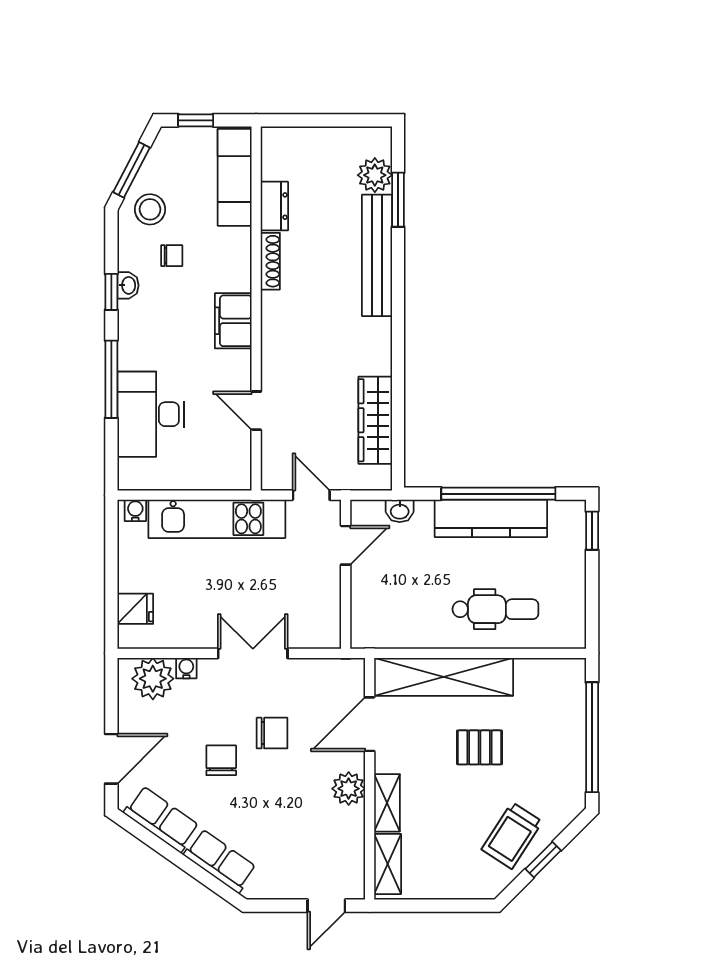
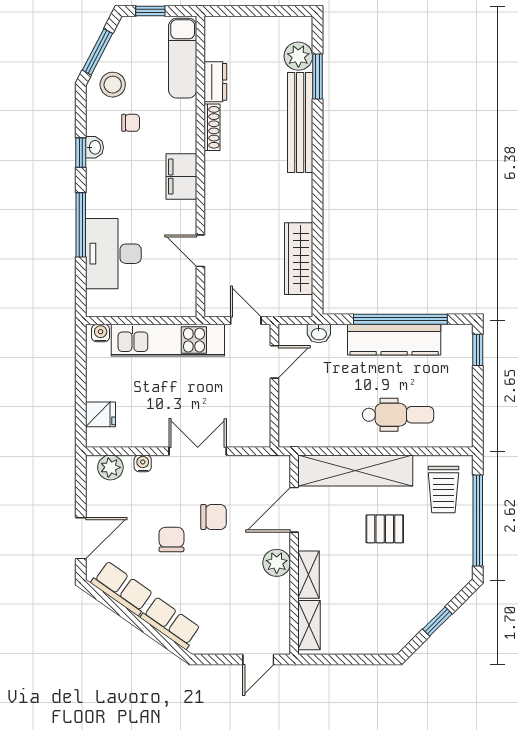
plant: (153, 679) -> (110, 467), width x0.73, depth x0.73
trolley: (512, 836) -> (443, 489), moved, turned -33

